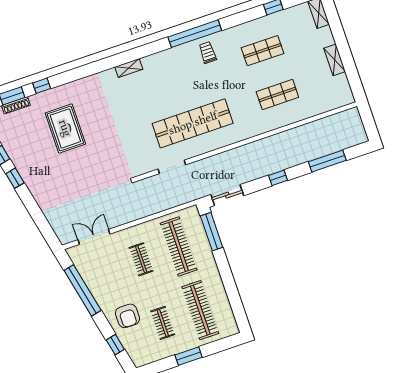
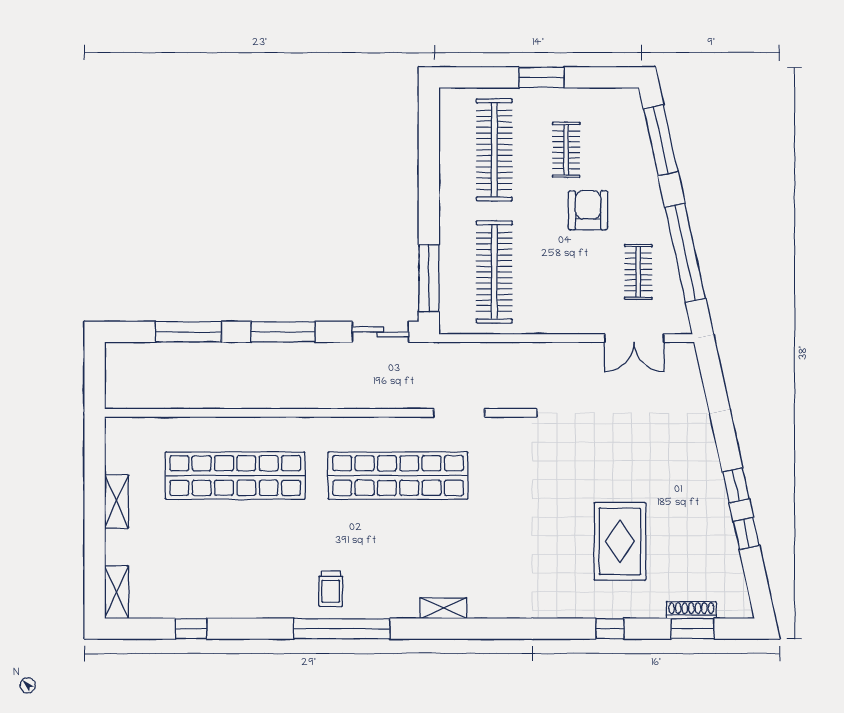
shop shelf: (262, 51) -> (235, 560), removed
shelving: (129, 68) -> (443, 608), moved
window: (42, 86) -> (610, 629), moved
shop shelf: (277, 95) -> (235, 476), width x2.00, depth x1.36
window: (278, 178) -> (283, 332), width x2.17
clothes rail: (141, 259) -> (638, 272), moved
armchair: (127, 316) -> (588, 210), moved
window: (115, 345) -> (661, 140), width x2.17

